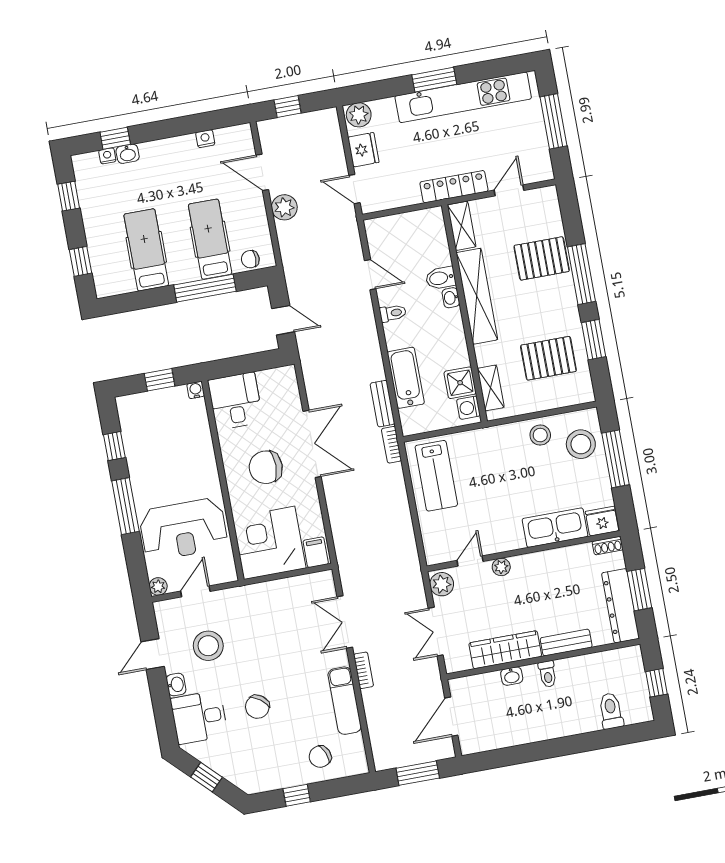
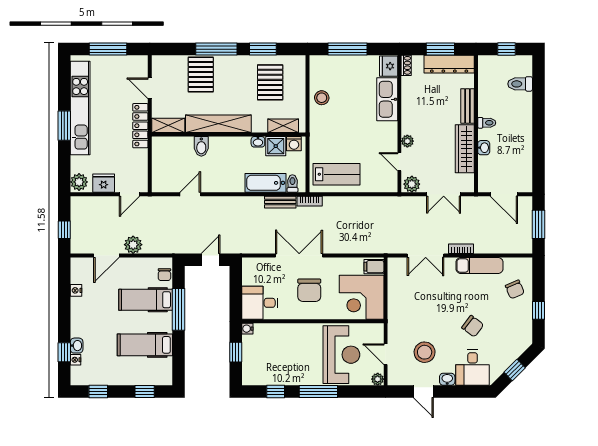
washbasin: (451, 298) -> (258, 142), moved
toilet: (393, 313) -> (292, 184), moved
stool: (581, 444) -> (333, 71), removed

